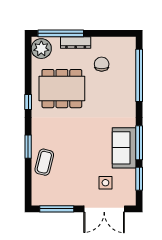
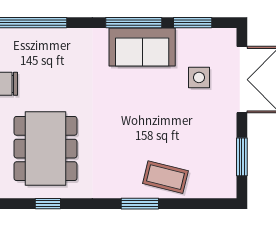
window: (28, 102) -> (48, 204), moved
window: (57, 209) -> (242, 157), width x0.69

